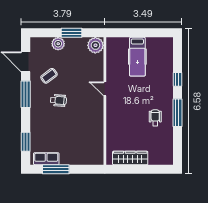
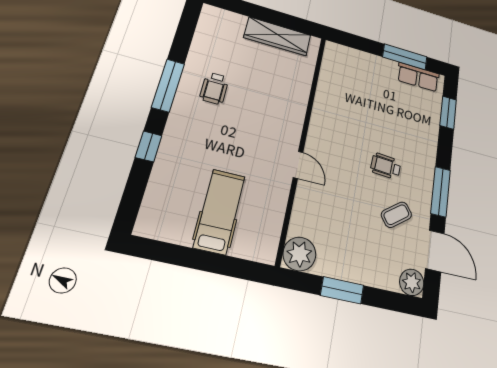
plant: (58, 44) -> (412, 282), moved

